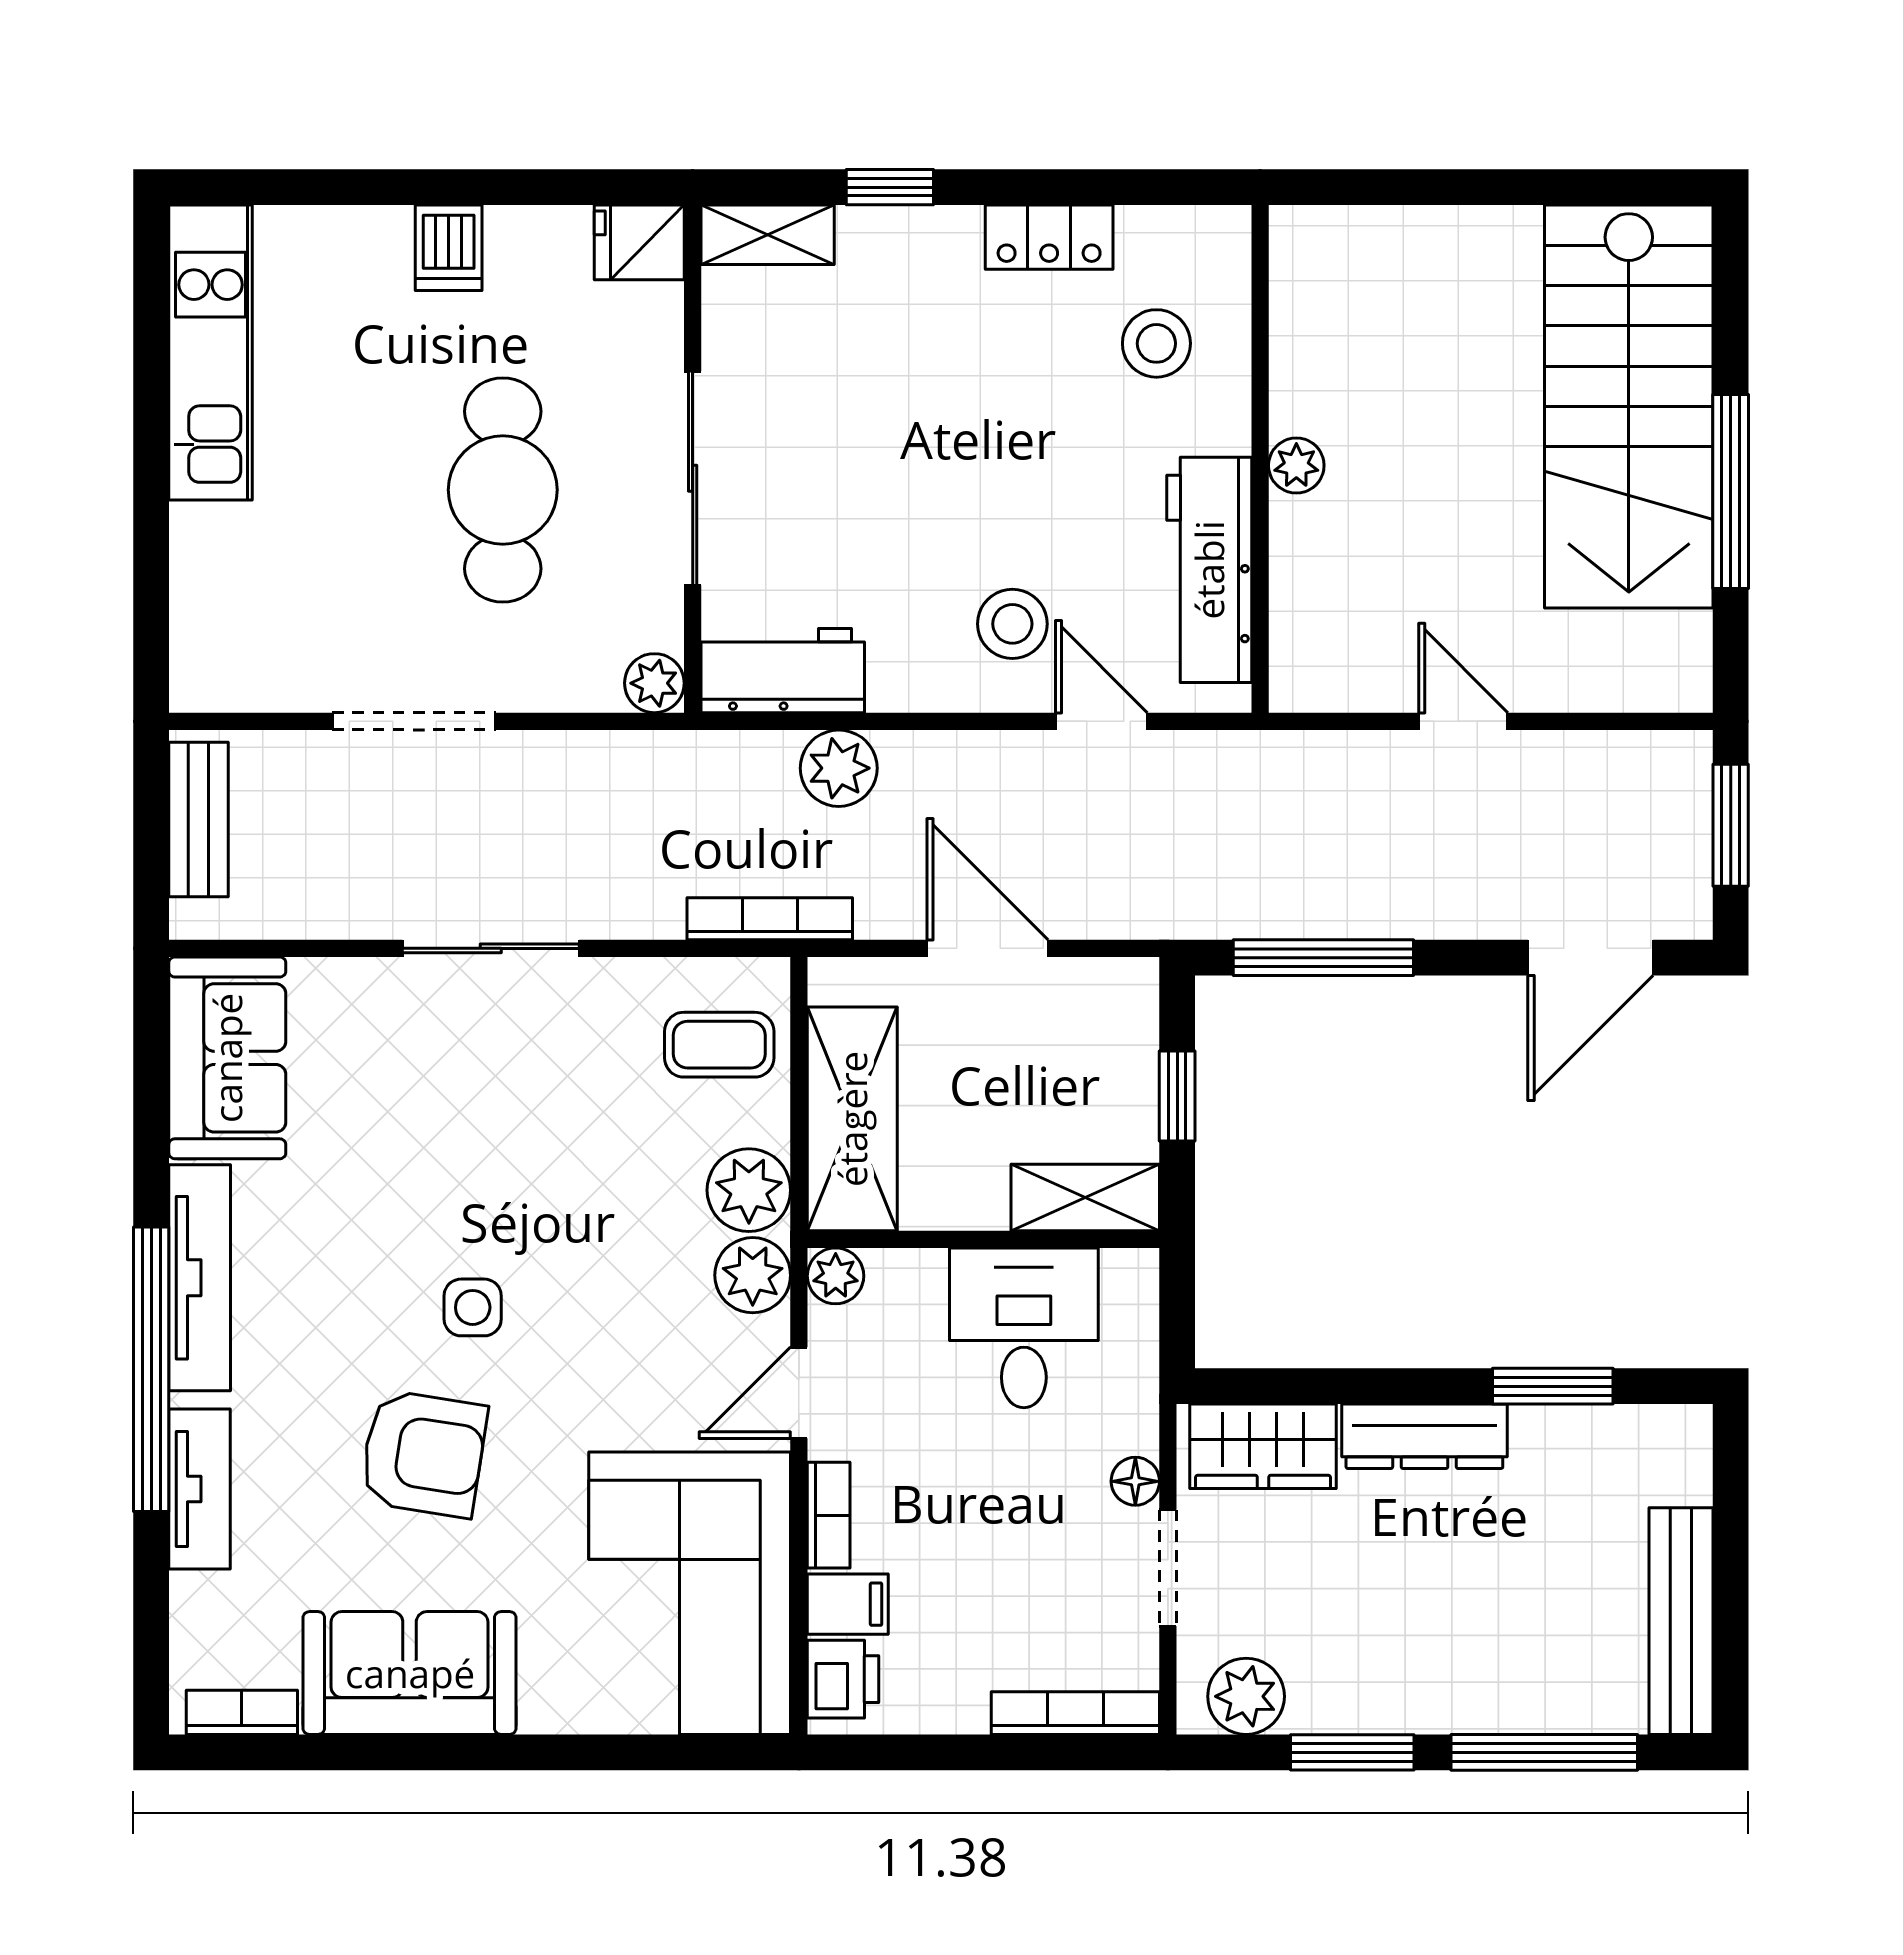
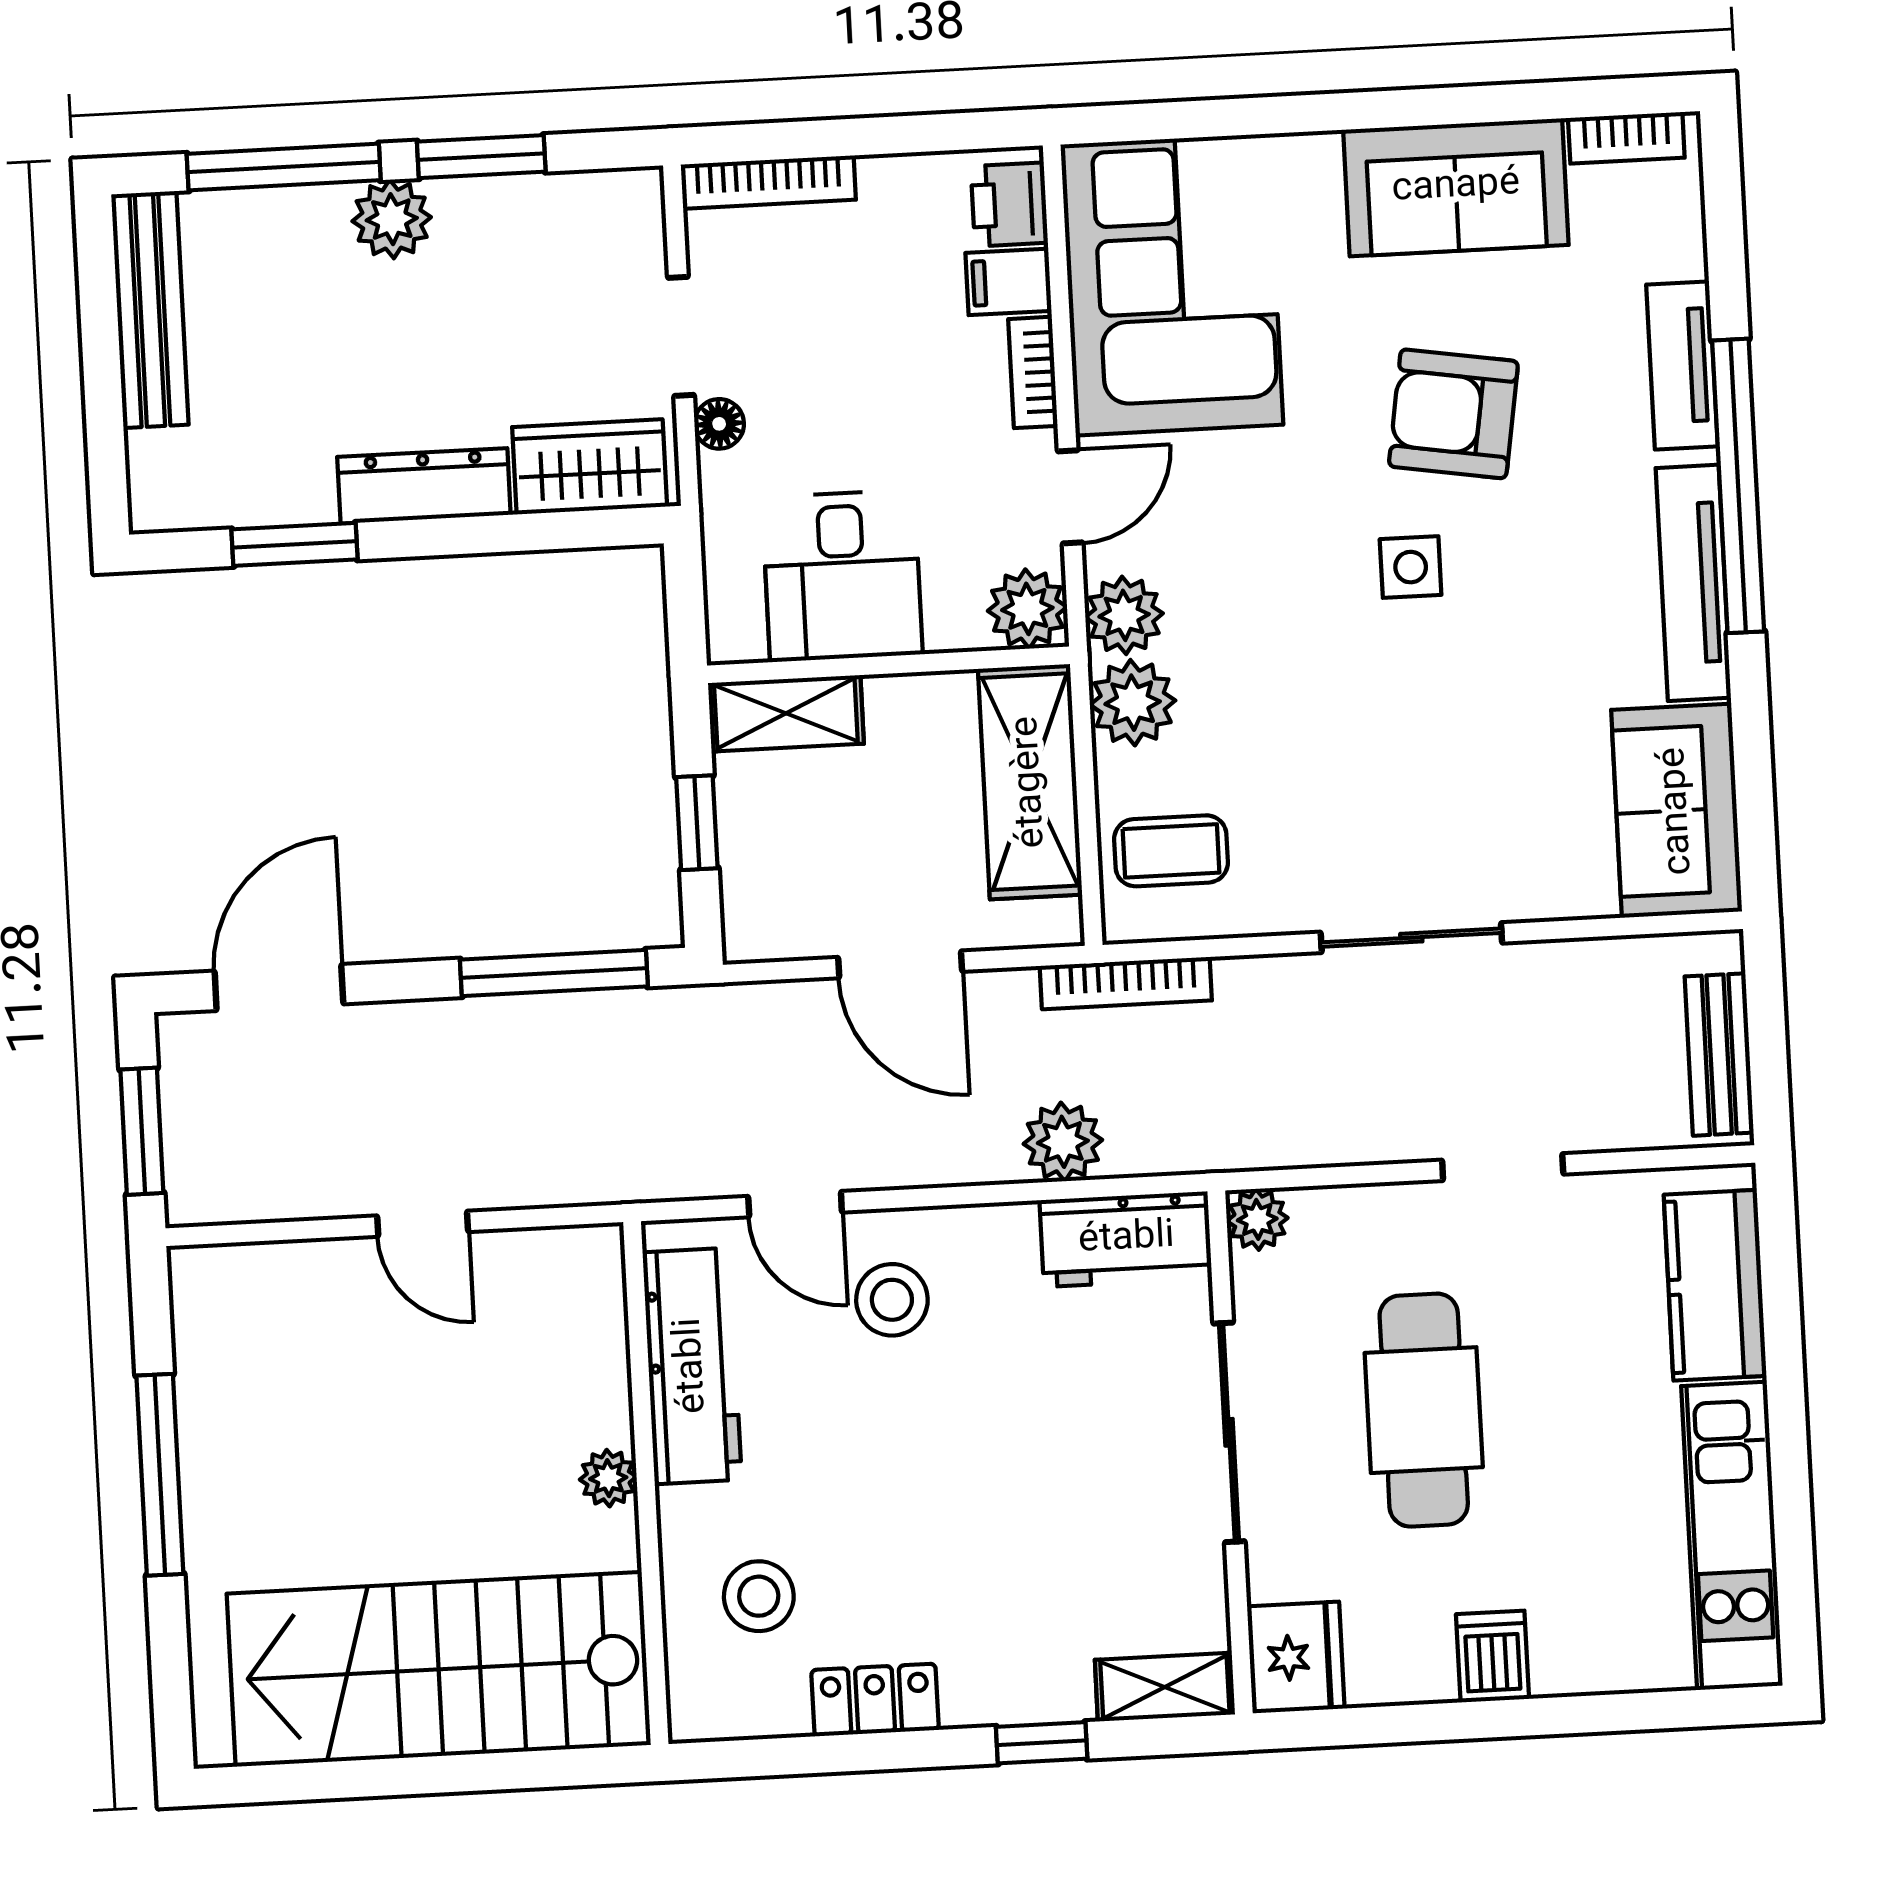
fridge: (639, 242) -> (1296, 1657), width x1.38
stairs: (1629, 407) -> (439, 1669), moved, turned -90
kitchen counter: (214, 596) -> (1715, 1285), added
doorway: (414, 721) -> (1503, 1167), width x0.73
plant: (836, 1276) -> (1027, 609), width x1.38, depth x1.38
plant: (1246, 1696) -> (392, 219), moved

